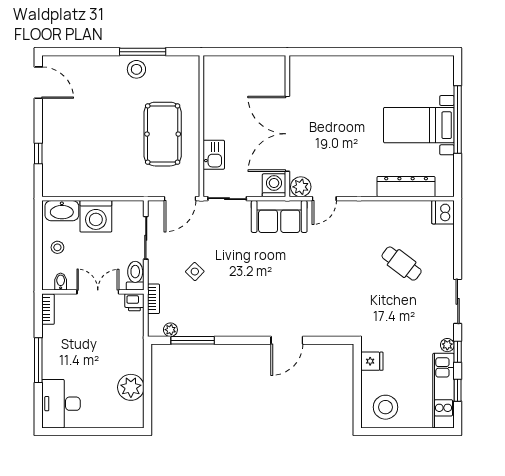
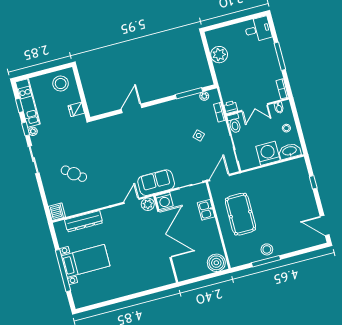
boiler: (219, 69) -> (216, 263), added
desk: (61, 404) -> (258, 29), width x0.73

